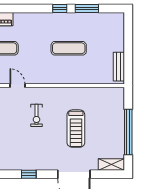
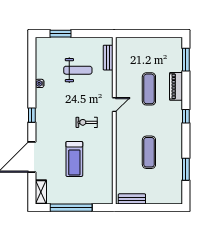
window: (60, 9) -> (186, 116), moved
treadmill: (76, 129) -> (74, 159), turned -90

